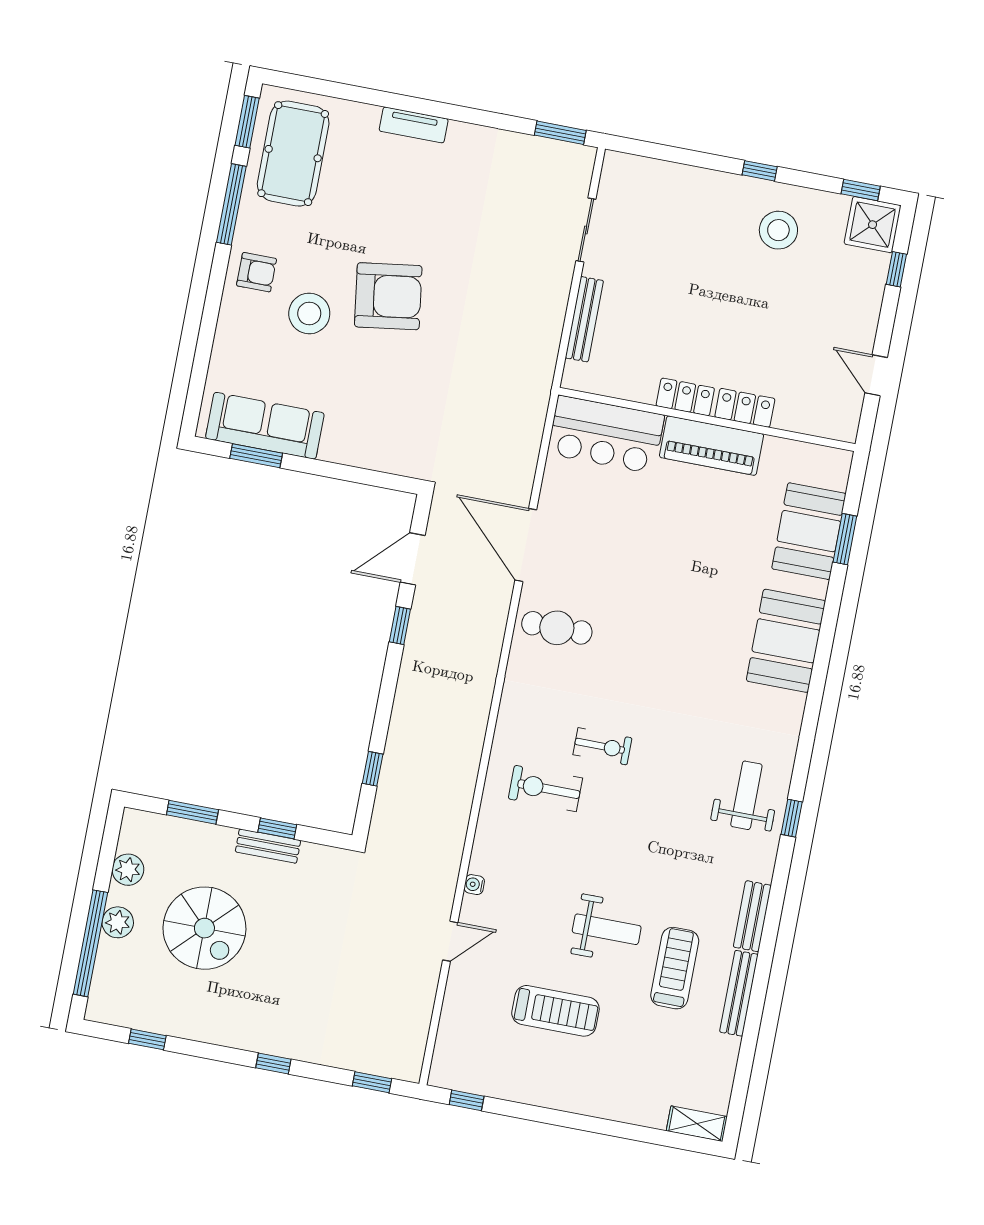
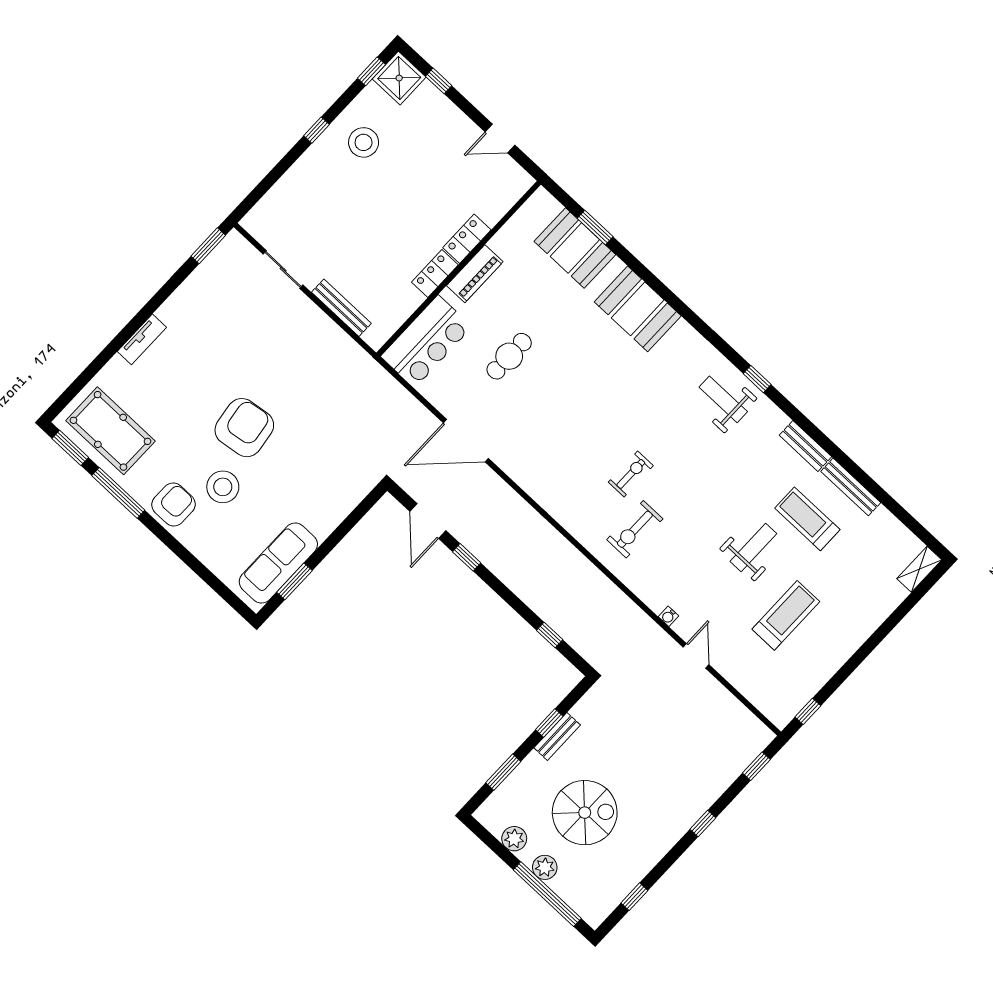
armchair: (256, 272) -> (174, 504), width x1.38, depth x1.38
piano: (712, 446) -> (475, 274), width x0.73, depth x0.75
cafe table: (557, 628) -> (509, 356), moved

